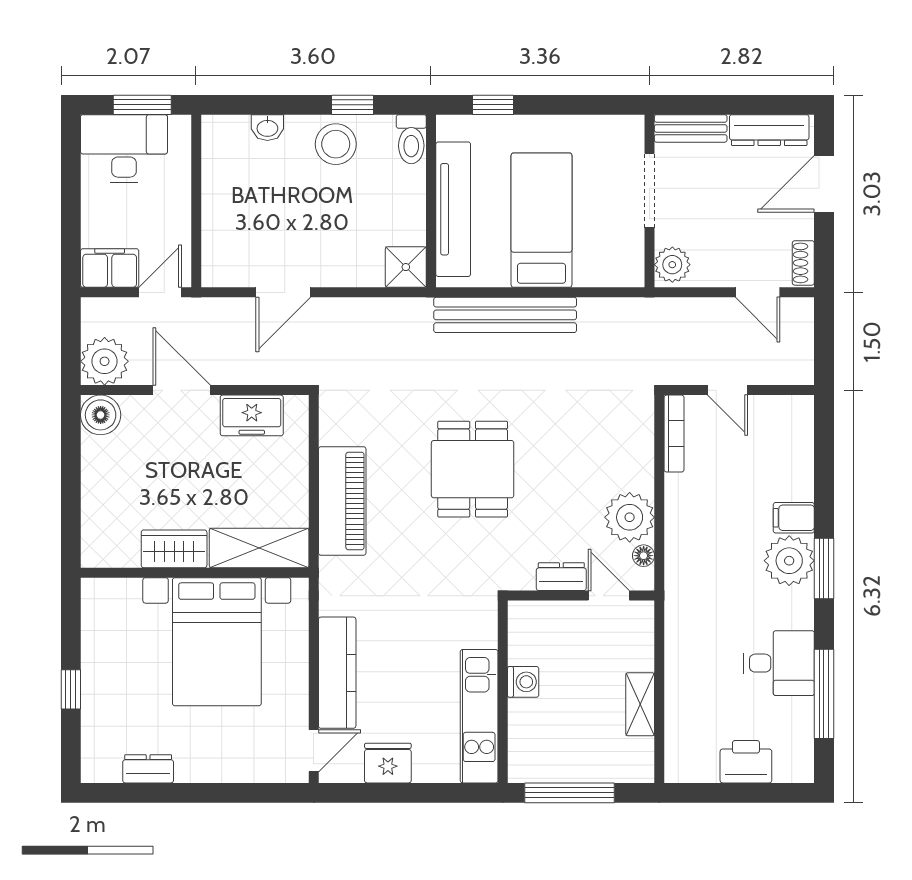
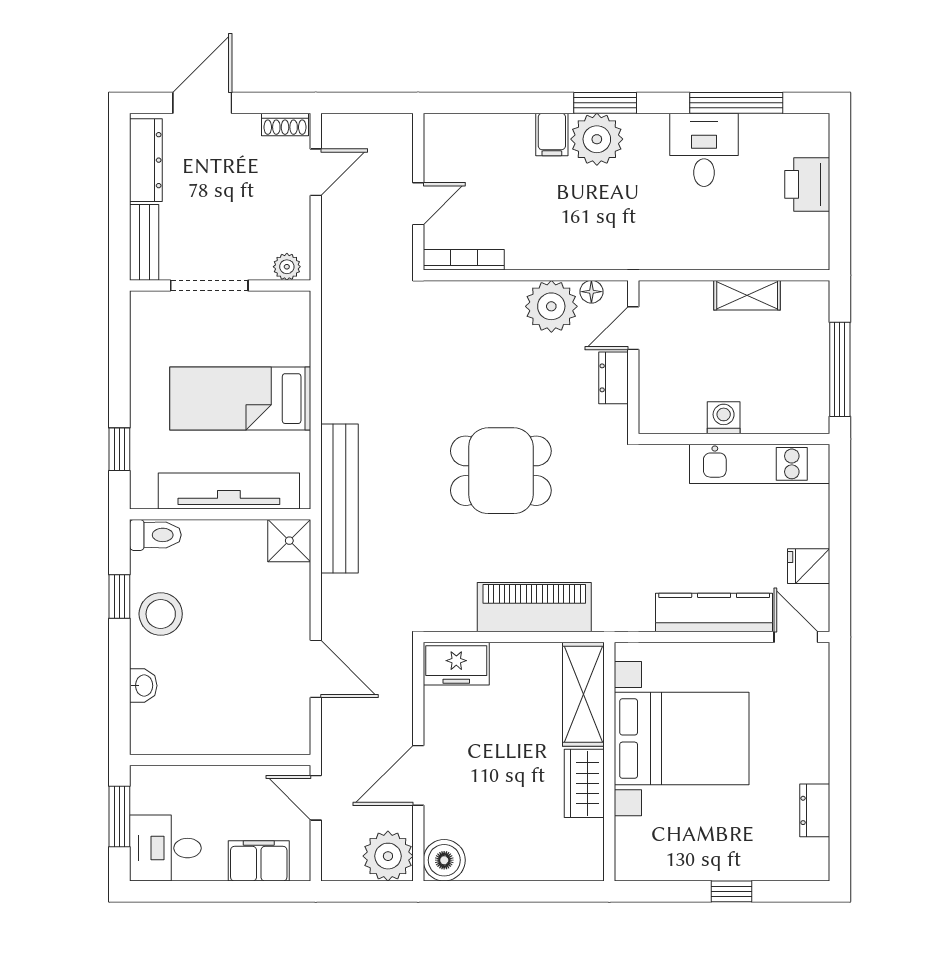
desk: (124, 149) -> (165, 848), width x0.73
door: (824, 184) -> (202, 103), swing flipped
plant: (672, 265) -> (287, 267), width x0.73, depth x0.73
filing cabinet: (110, 268) -> (259, 861), moved, turned 90
bench: (505, 315) -> (339, 498), moved
freezer: (252, 415) -> (456, 664), moved, turned 90
fridge: (388, 763) -> (809, 566), width x0.72

